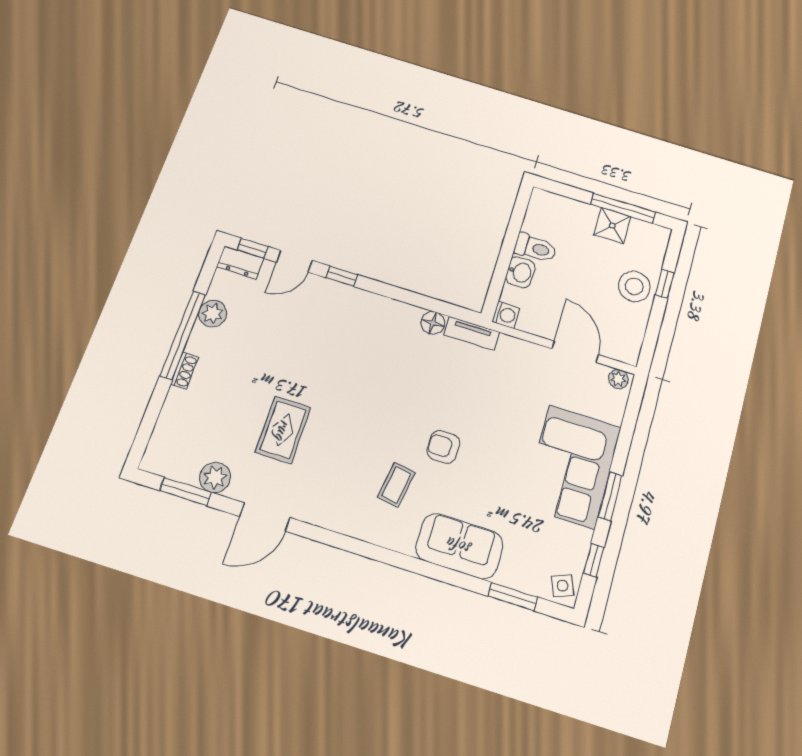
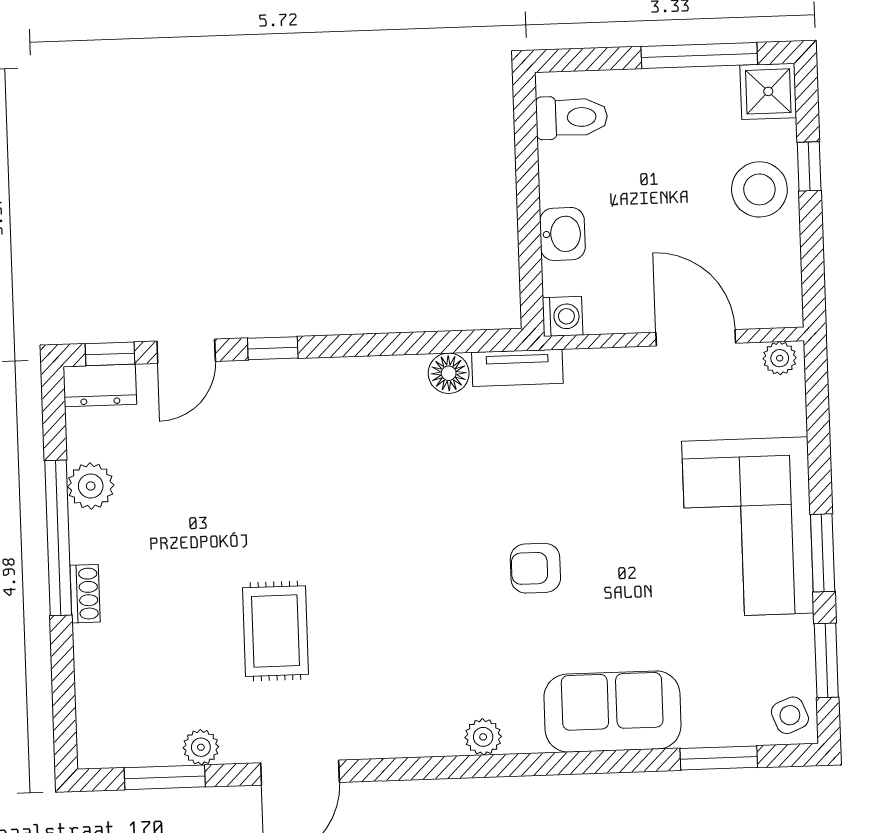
shower: (612, 226) -> (768, 91), moved
toilet: (535, 248) -> (572, 117), moved
plant: (215, 477) -> (201, 747), width x0.73, depth x0.73
coffee table: (396, 485) -> (483, 653), removed
plant: (379, 534) -> (483, 737), added
window: (594, 560) -> (826, 660), width x1.50

